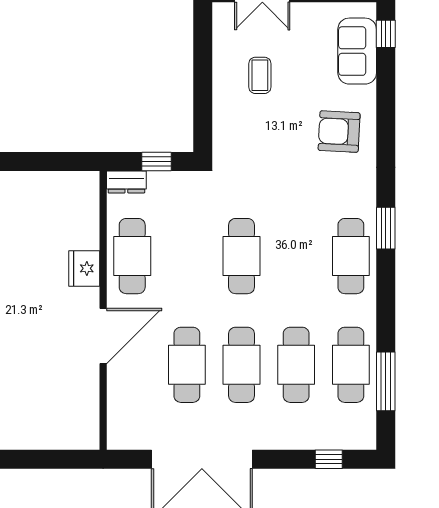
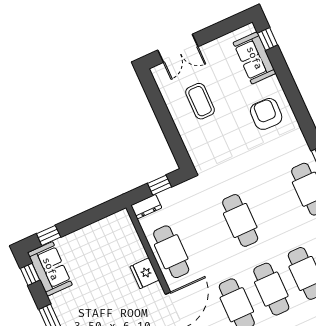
coffee table: (260, 75) -> (200, 101), width x1.36, depth x1.30
armchair: (339, 132) -> (266, 114), turned 89

